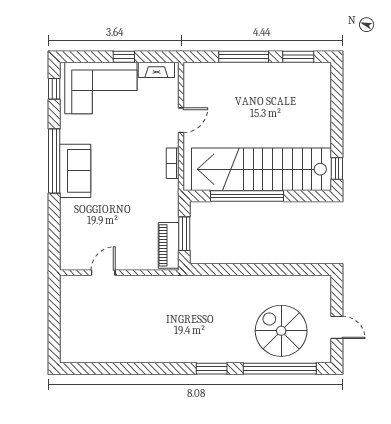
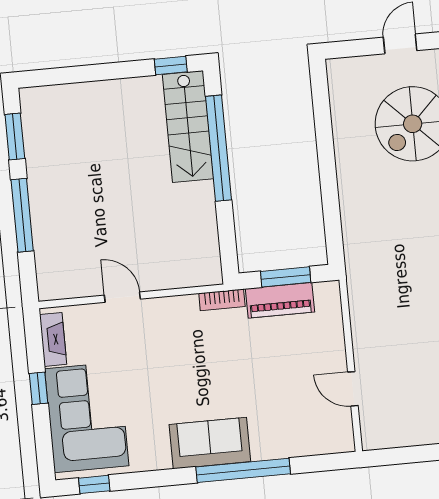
window: (54, 161) -> (243, 470), moved
bookcase: (173, 163) -> (222, 300), moved
stairs: (262, 169) -> (188, 127), width x0.54, depth x0.66
window: (247, 196) -> (219, 148), moved
piano: (169, 245) -> (280, 300), moved

